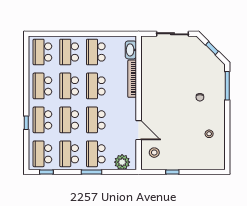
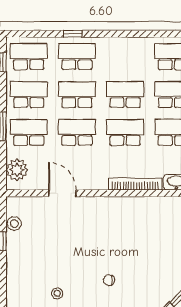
school desk: (42, 86) -> (125, 57), removed
door: (139, 130) -> (62, 193), swing flipped
stool: (154, 153) -> (14, 224), moved

